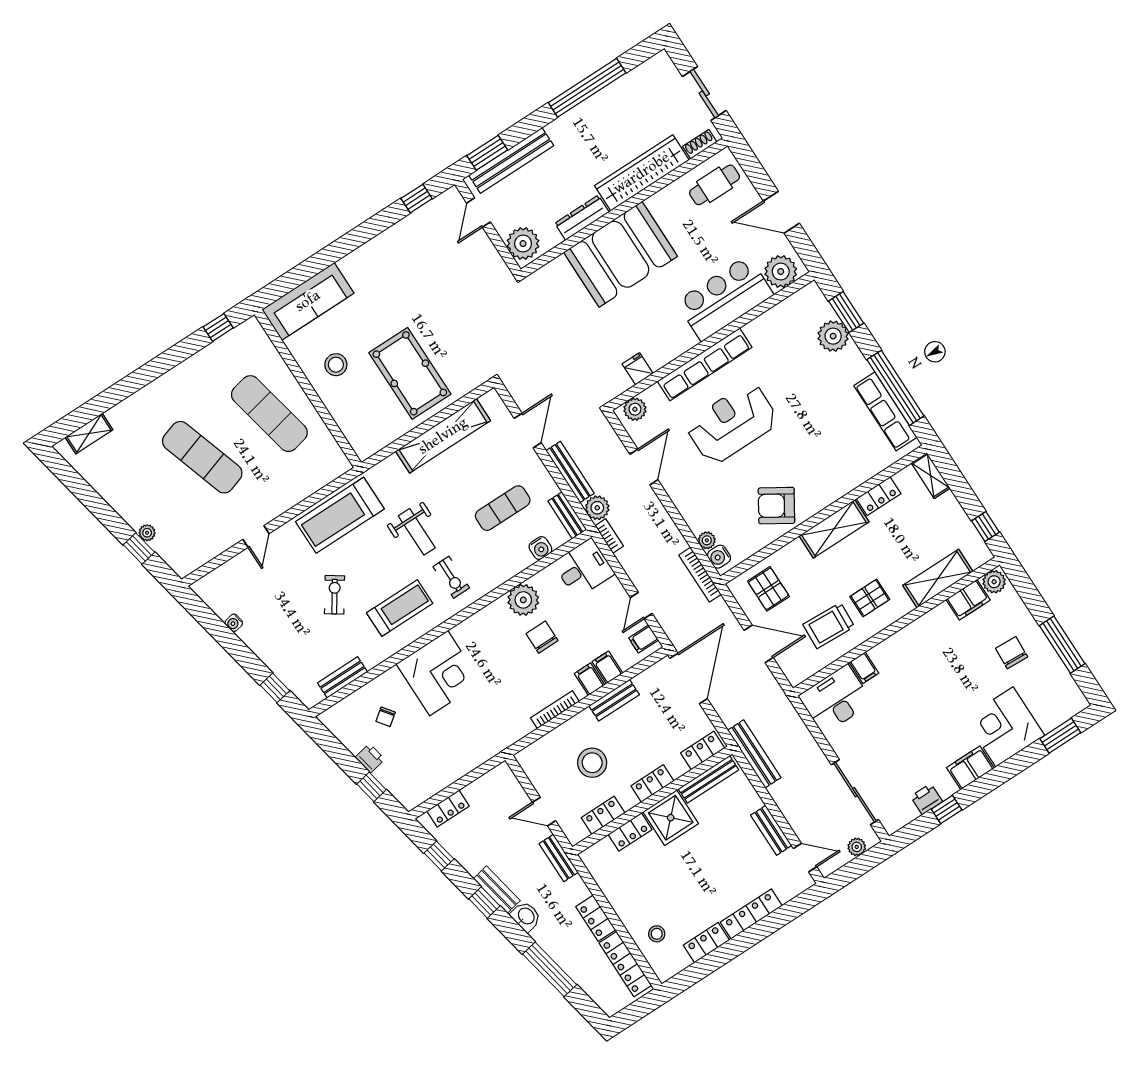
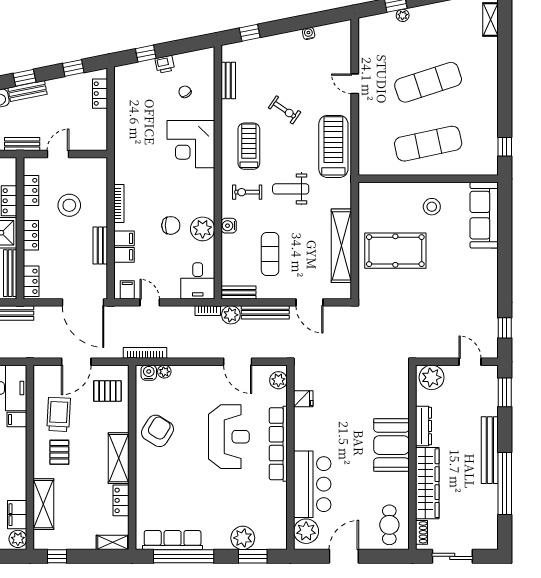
bench: (511, 160) -> (490, 450), moved
booth: (621, 254) -> (391, 445), width x0.73, depth x0.70
water cooler: (540, 548) -> (229, 226), moved
treadmill: (400, 608) -> (249, 146), turned 180

